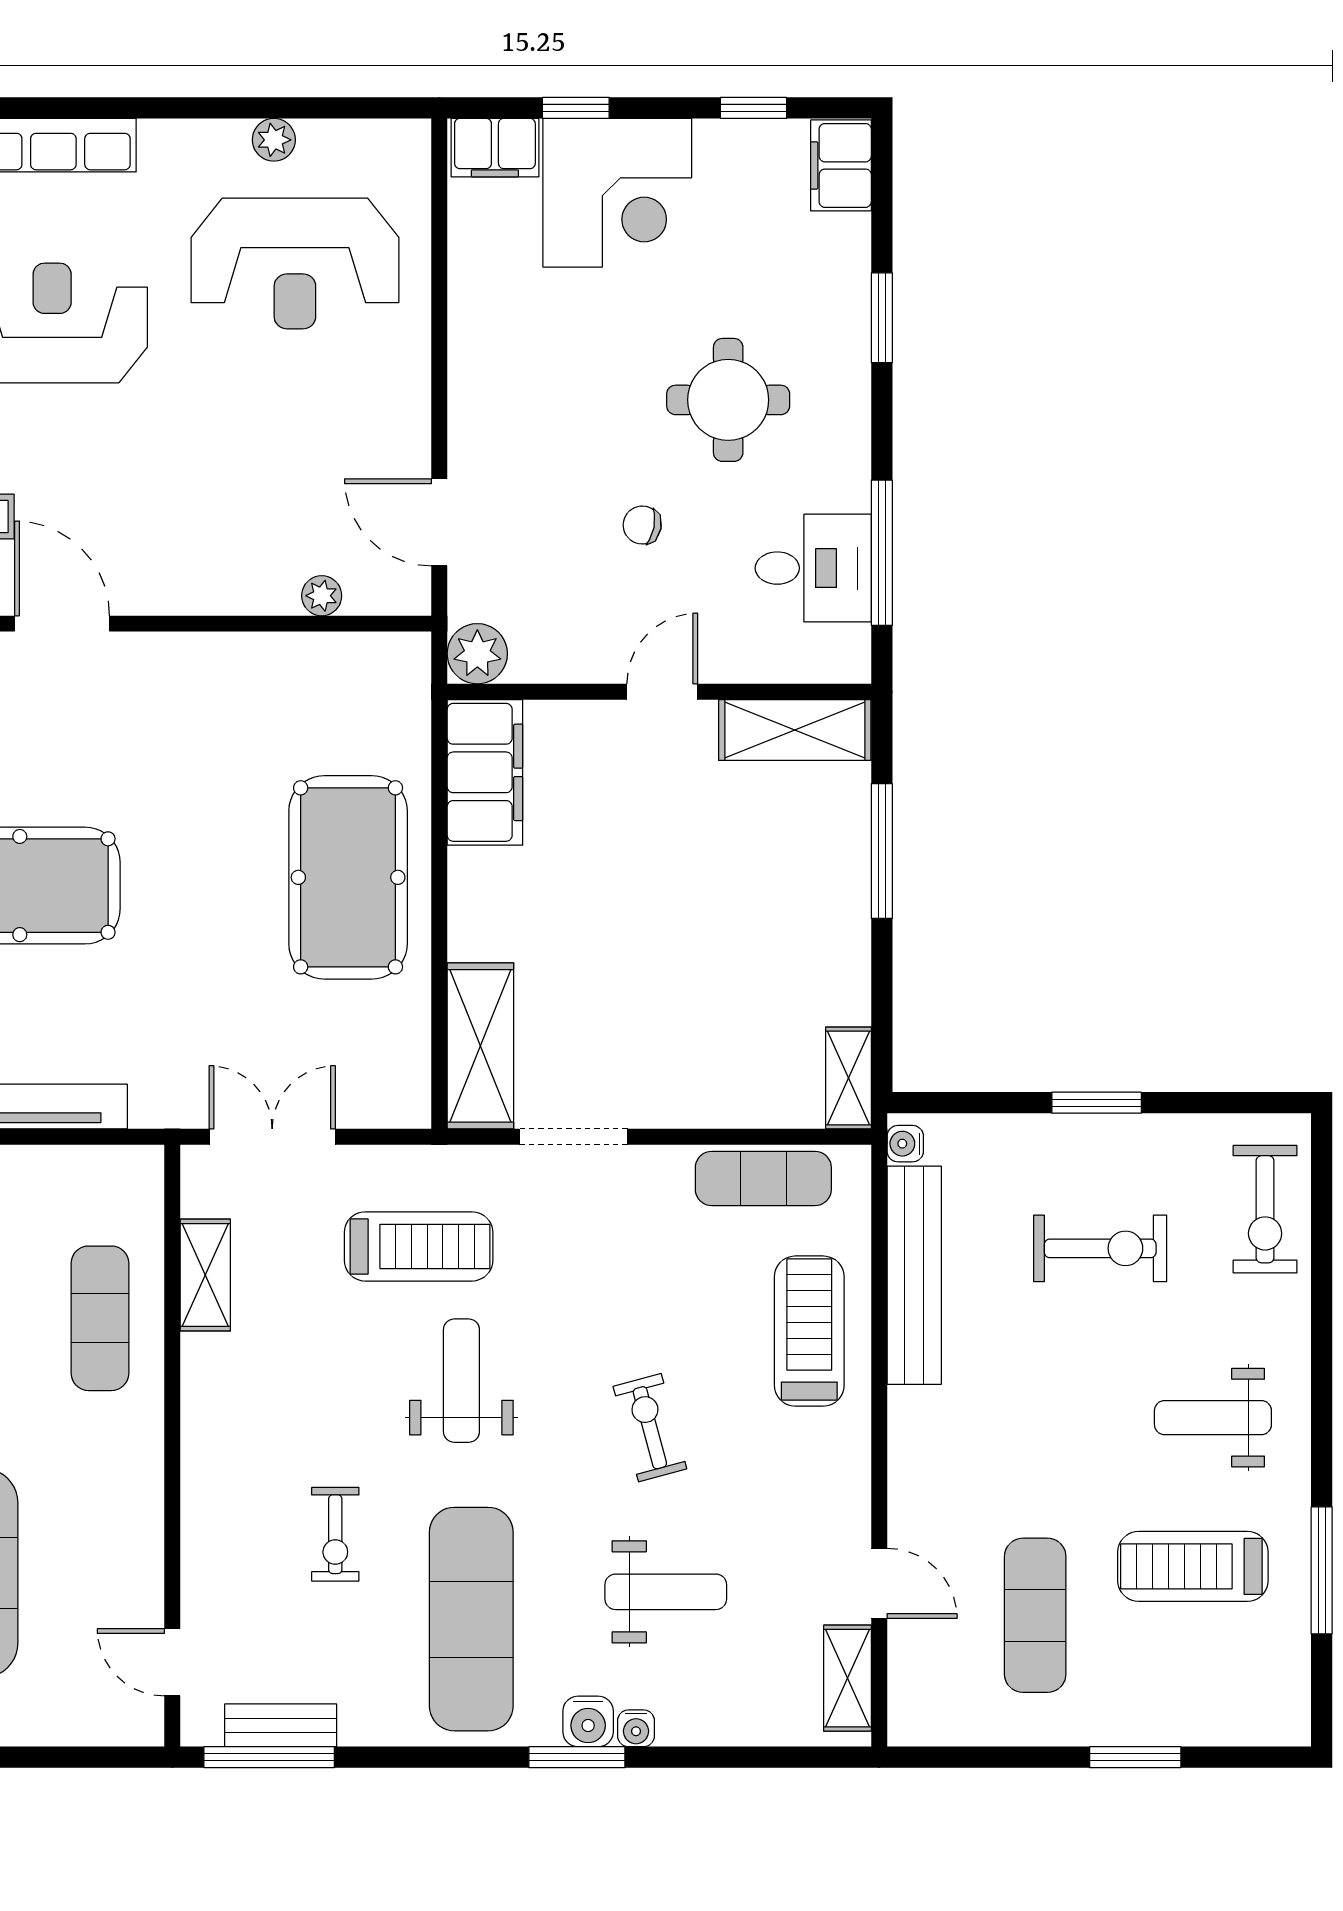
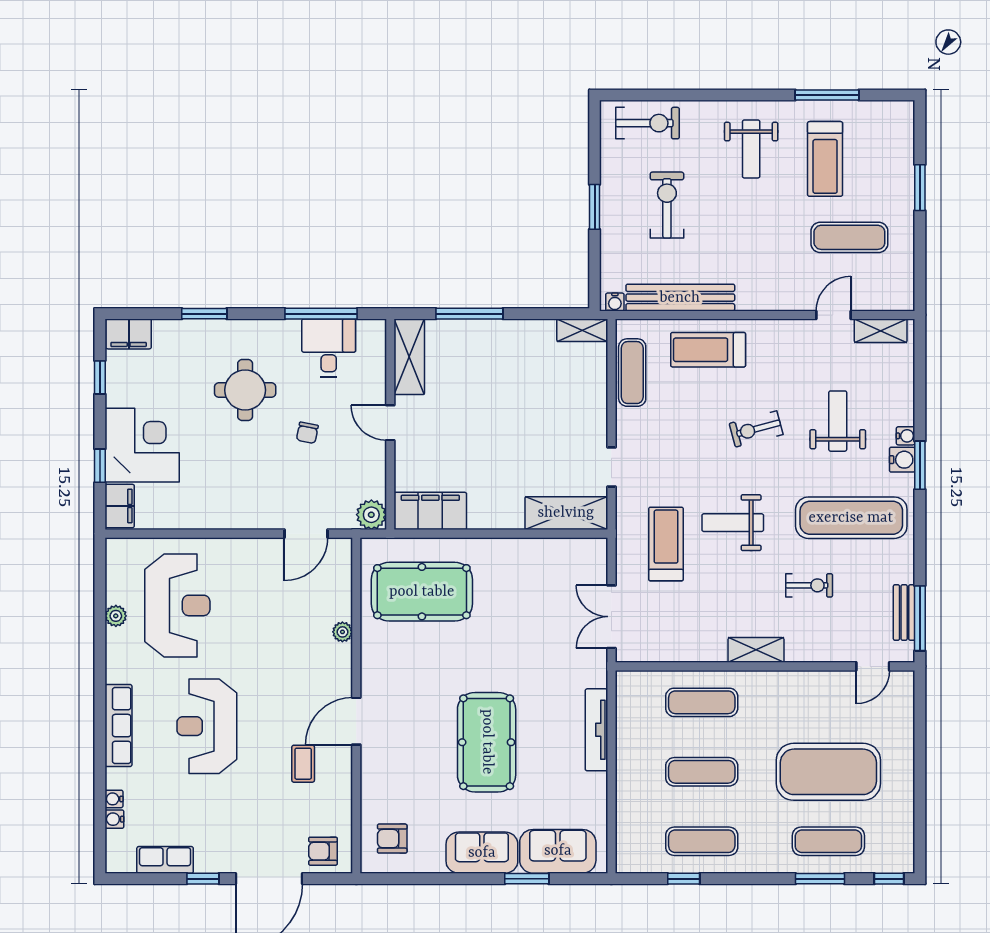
plant: (322, 596) -> (342, 632), moved
pool table: (348, 877) -> (422, 592), moved
doorway: (573, 1137) -> (611, 467), width x0.73
shelving: (205, 1275) -> (756, 650), moved

